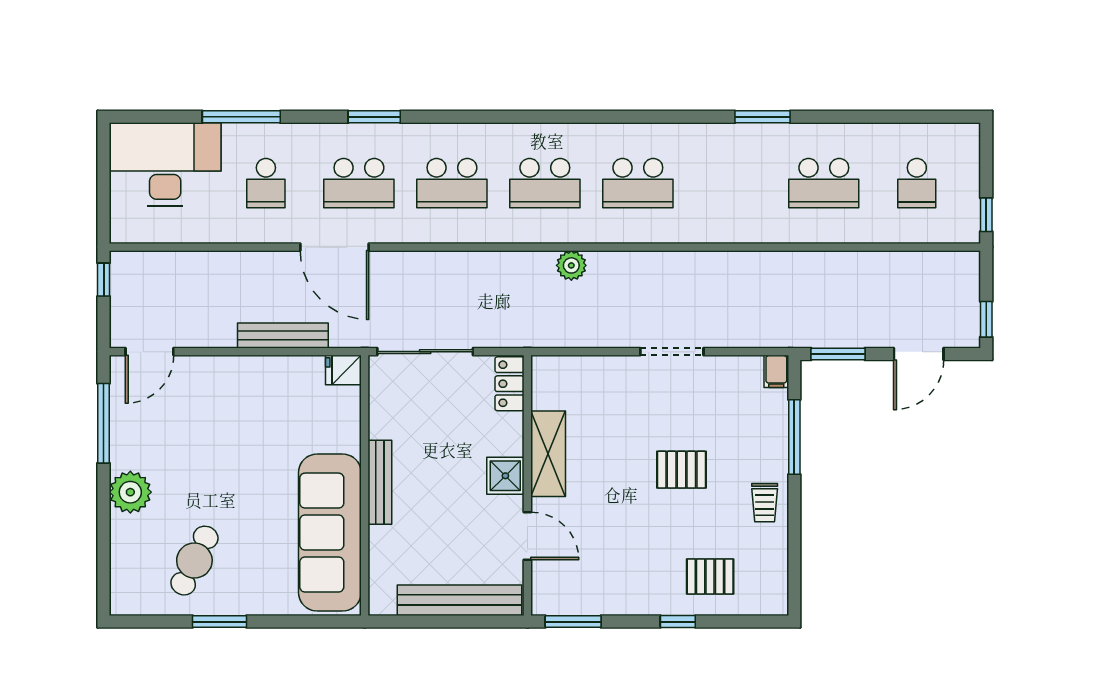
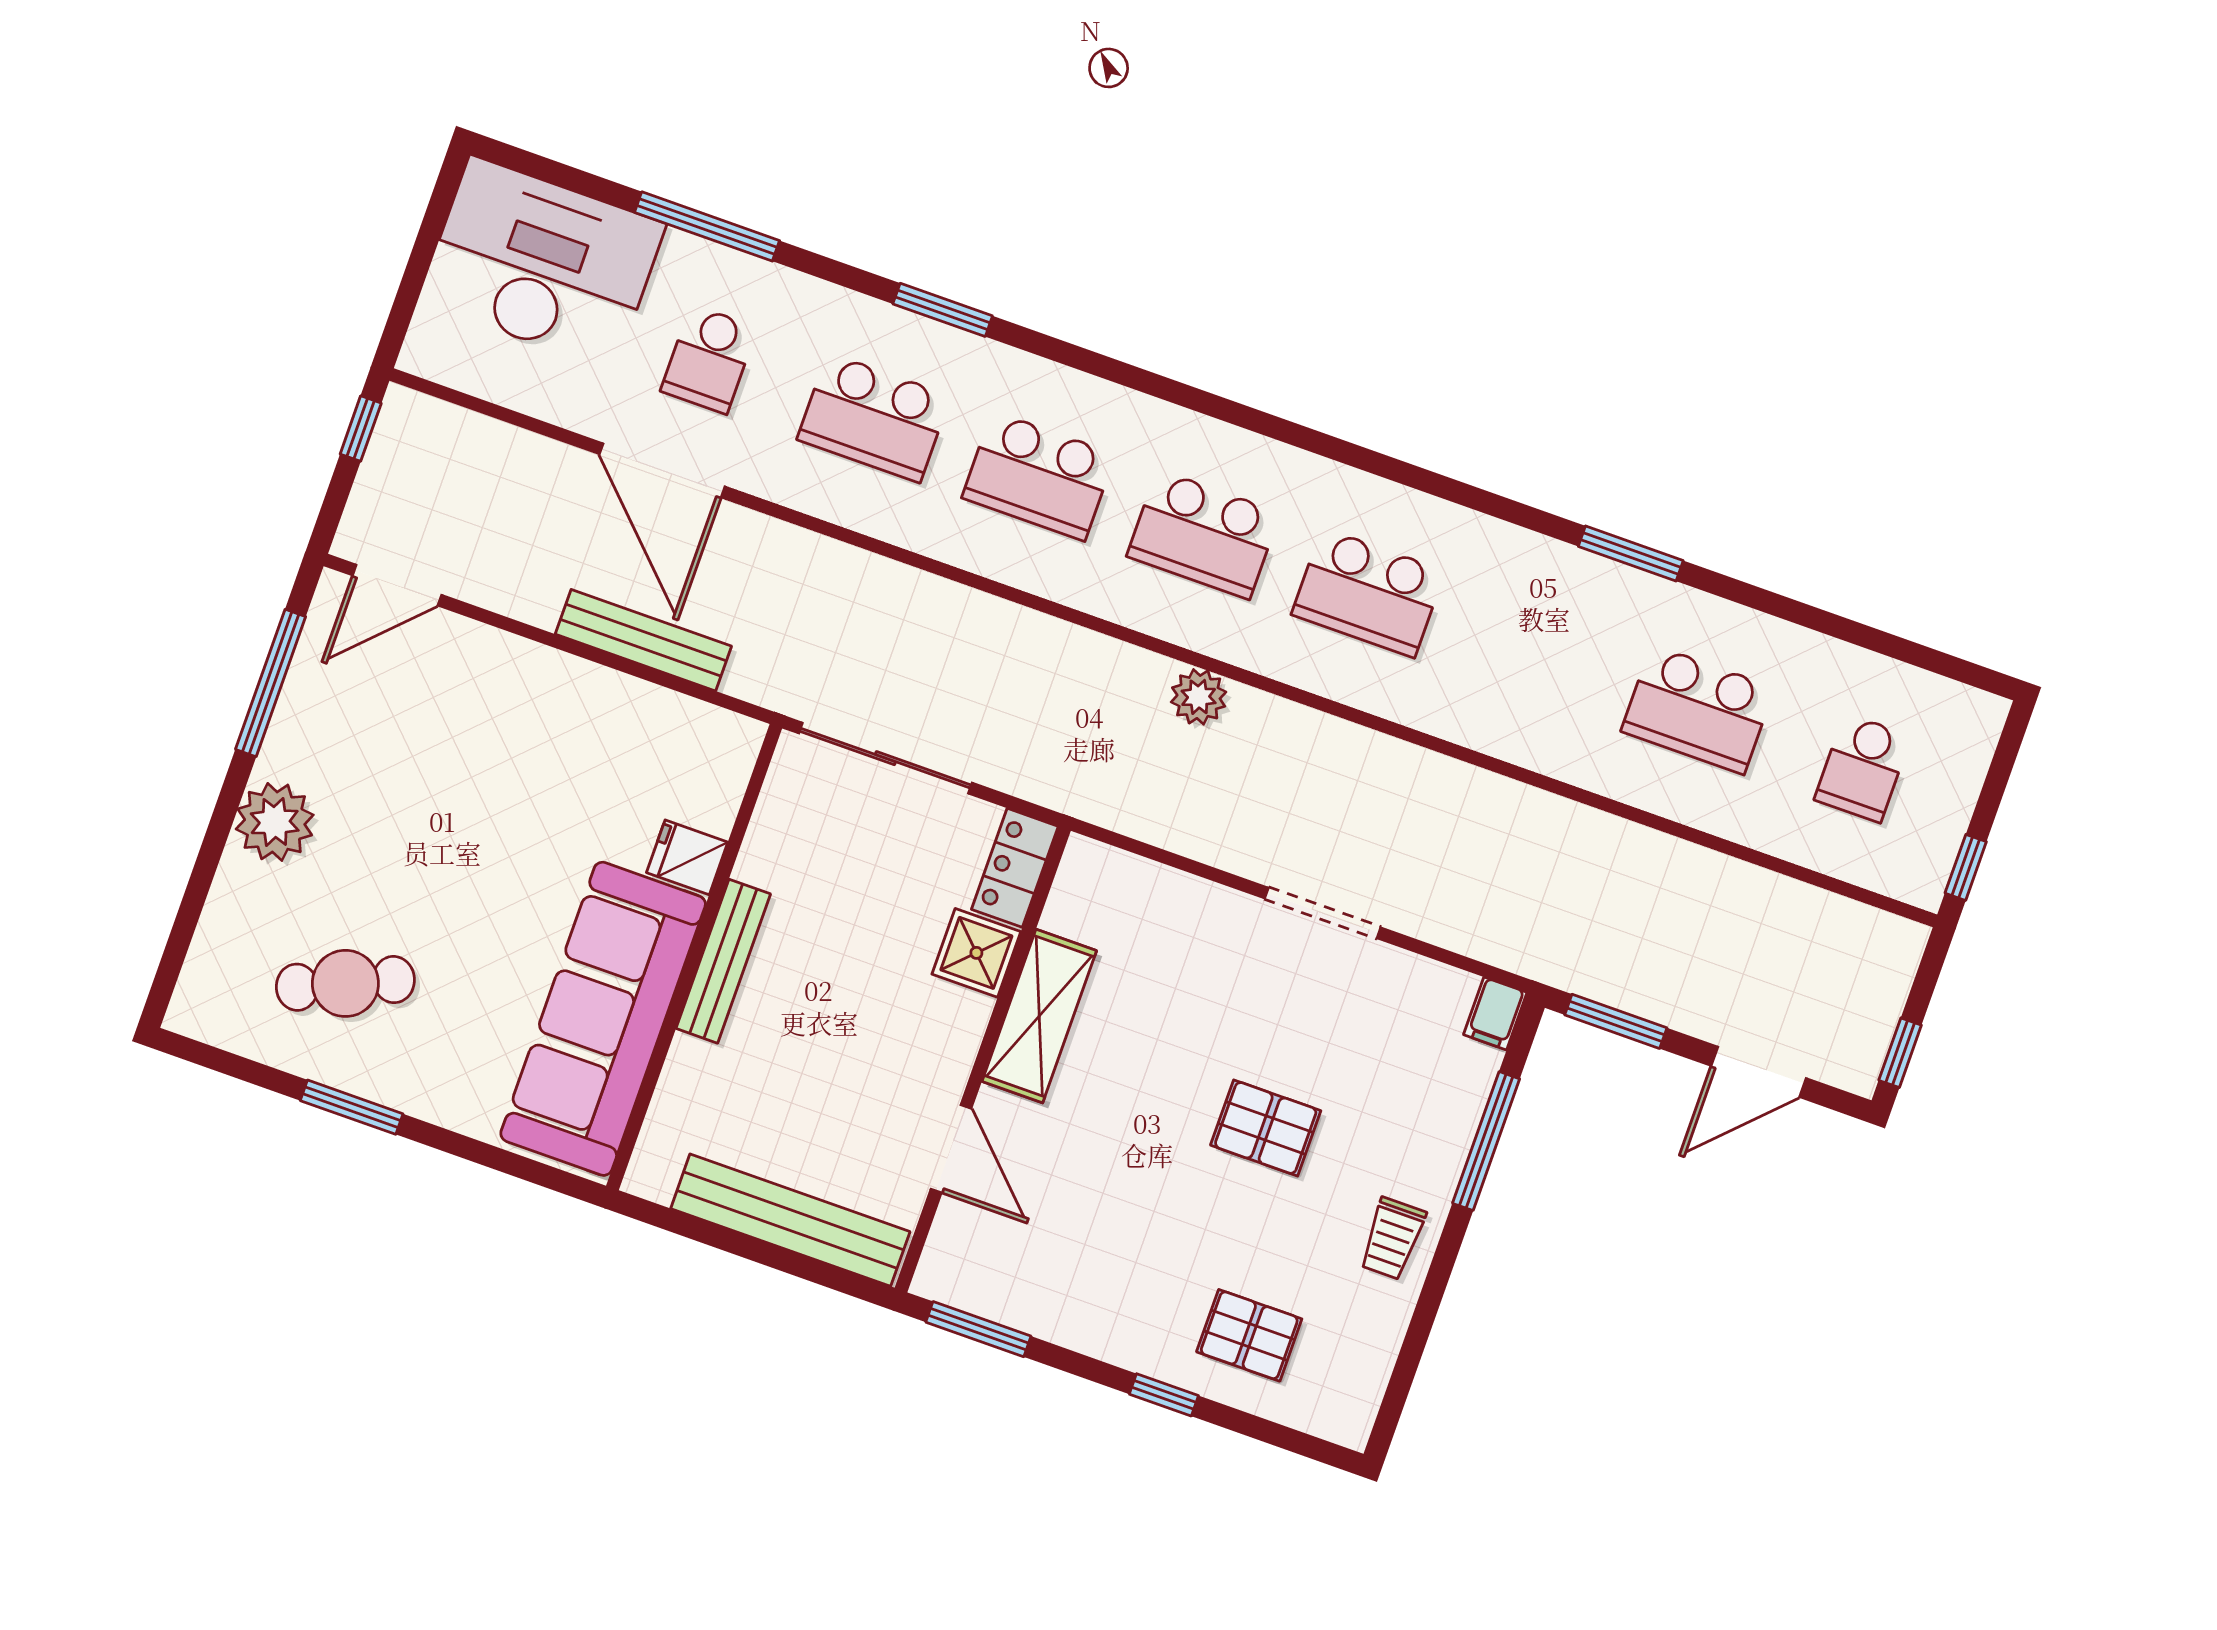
door: (335, 247) -> (662, 470), moved
fridge: (343, 370) -> (687, 857), moved
shower: (505, 476) -> (976, 953), moved
cafe table: (194, 561) -> (345, 983), turned 40

